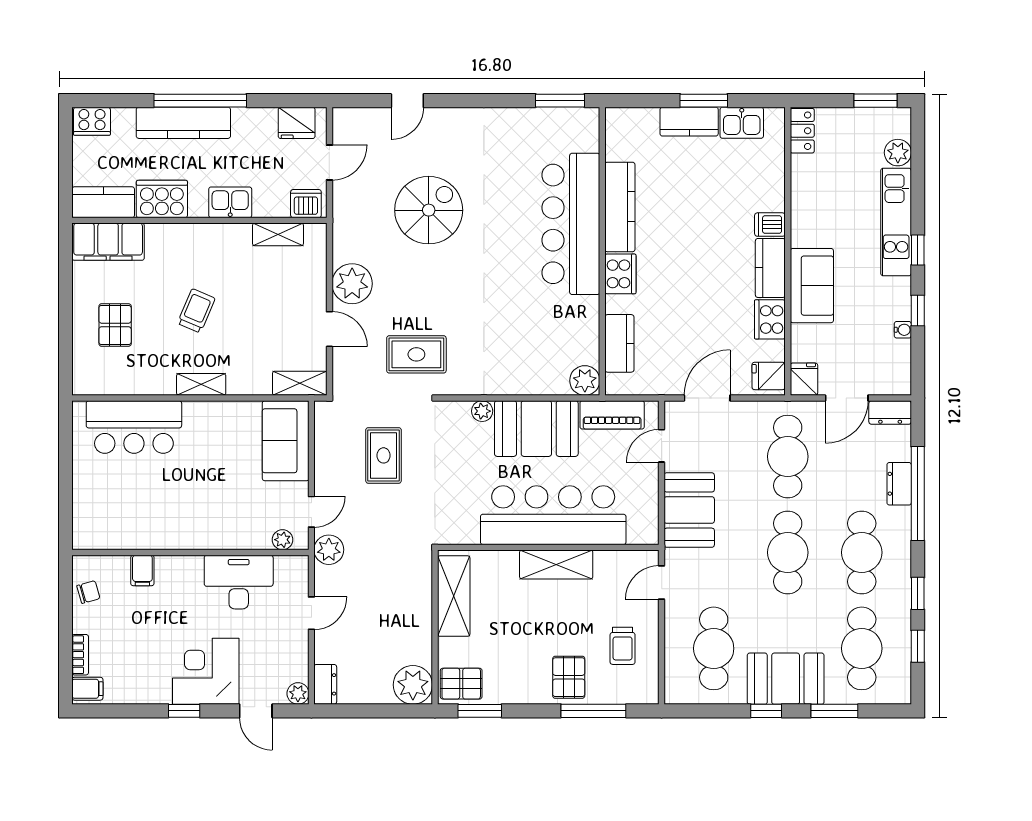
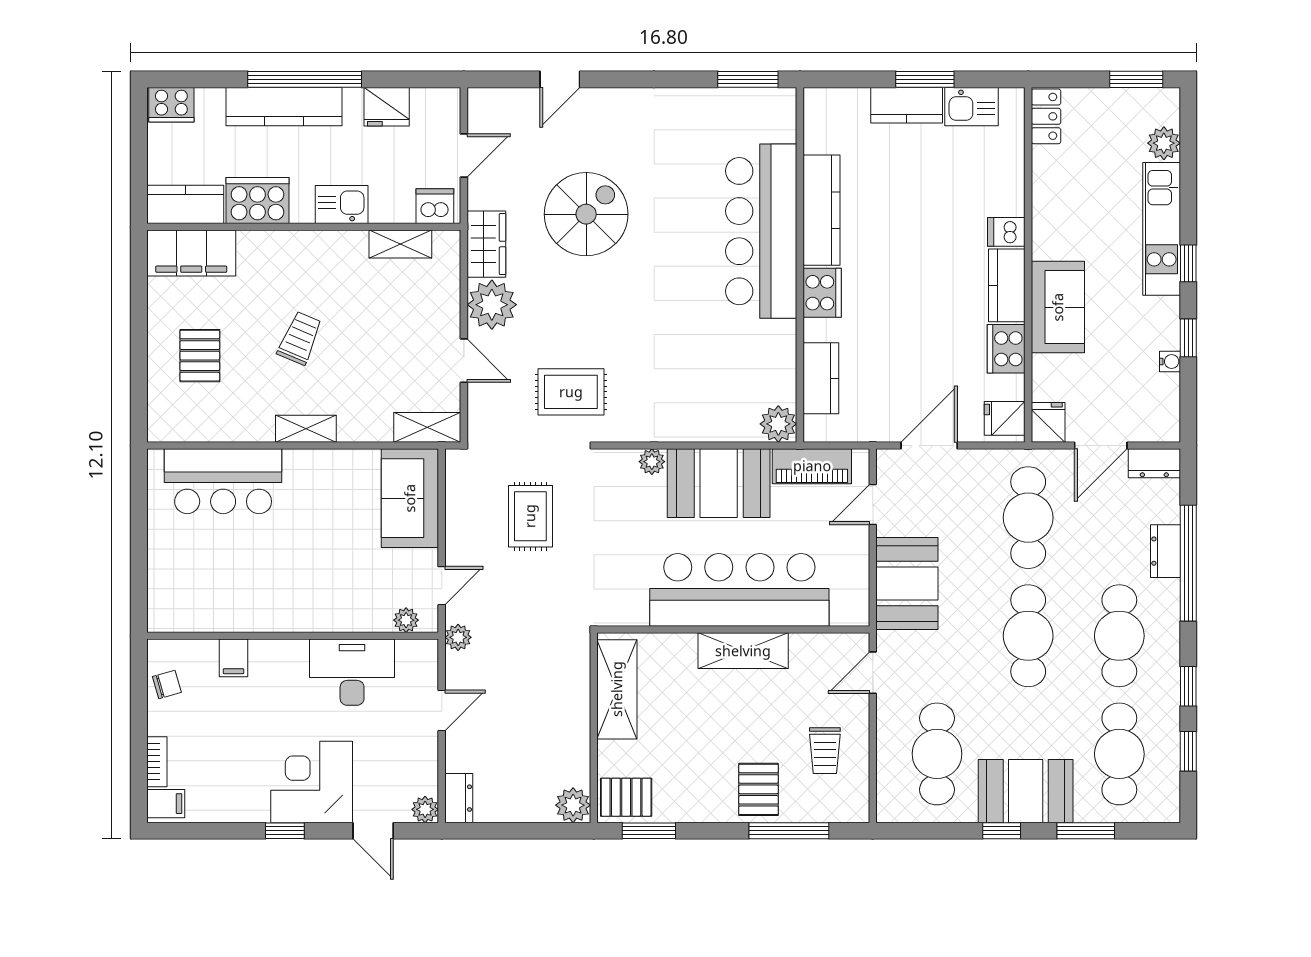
fridge: (297, 123) -> (387, 107), moved
wardrobe: (348, 234) -> (486, 244), added
plant: (329, 550) -> (458, 637), width x0.73, depth x0.73
plant: (413, 685) -> (573, 805), width x0.73, depth x0.73

